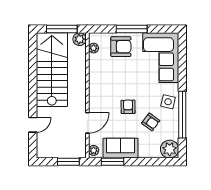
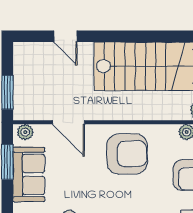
armchair: (128, 107) -> (127, 154), moved, width x1.88, depth x1.88

